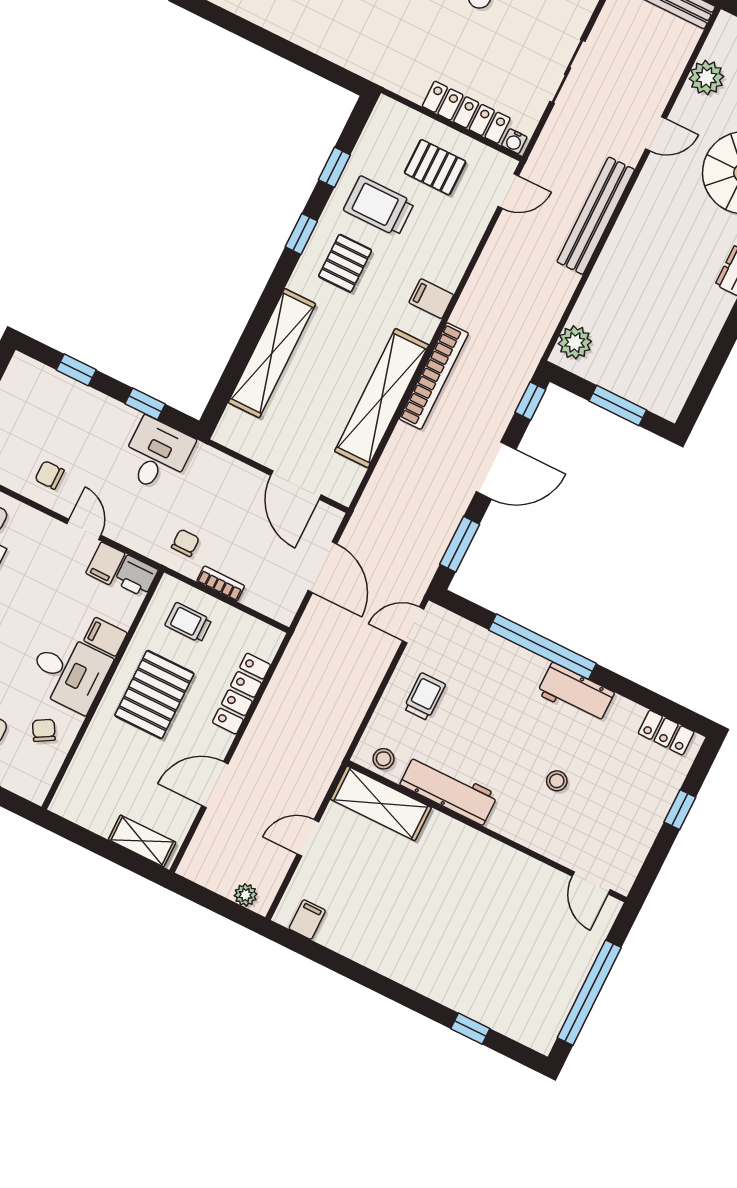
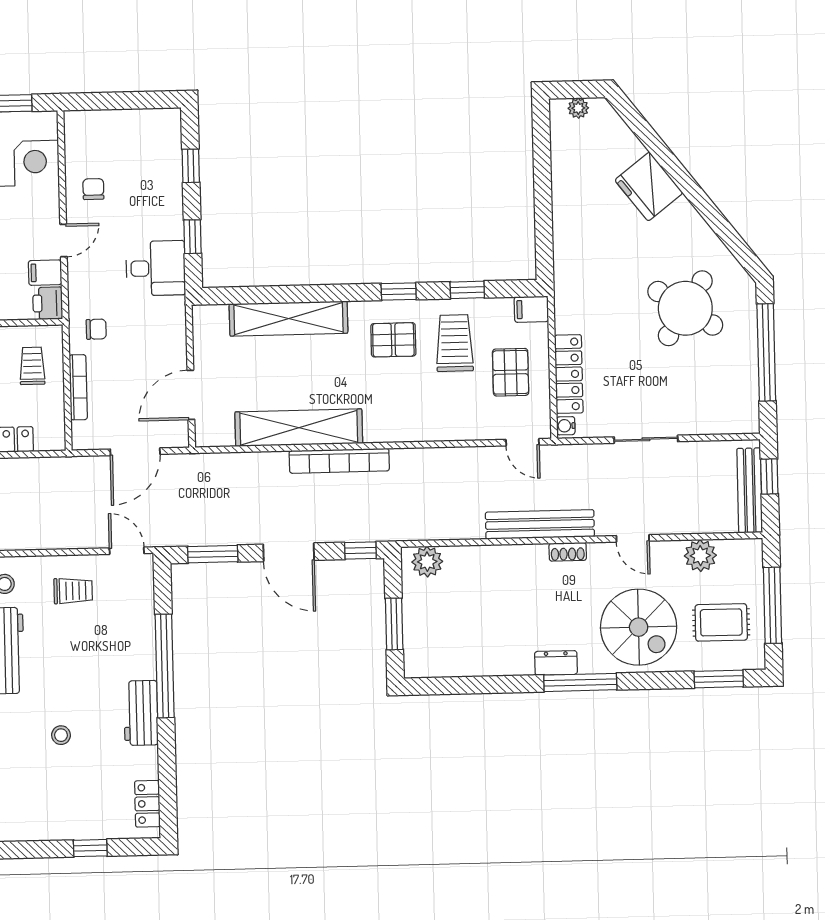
shoe rack: (636, 203) -> (568, 552), added
filing cabinet: (431, 299) -> (531, 309), moved, turned -90
bookcase: (221, 584) -> (78, 387), width x1.56

